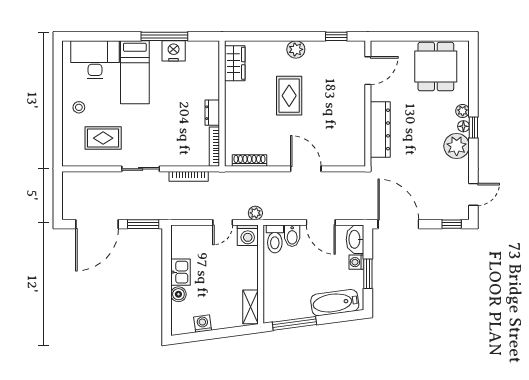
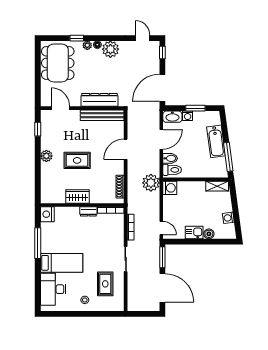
nightstand: (174, 51) -> (47, 214), moved
wardrobe: (235, 63) -> (77, 196), moved
dining table: (436, 67) -> (58, 63), width x1.38
window: (473, 128) -> (77, 38), moved
bench: (357, 133) -> (102, 115), added
plant: (255, 213) -> (151, 183), width x1.88, depth x1.88
door: (223, 222) -> (161, 228), moved
bathtub: (335, 303) -> (216, 141), moved

